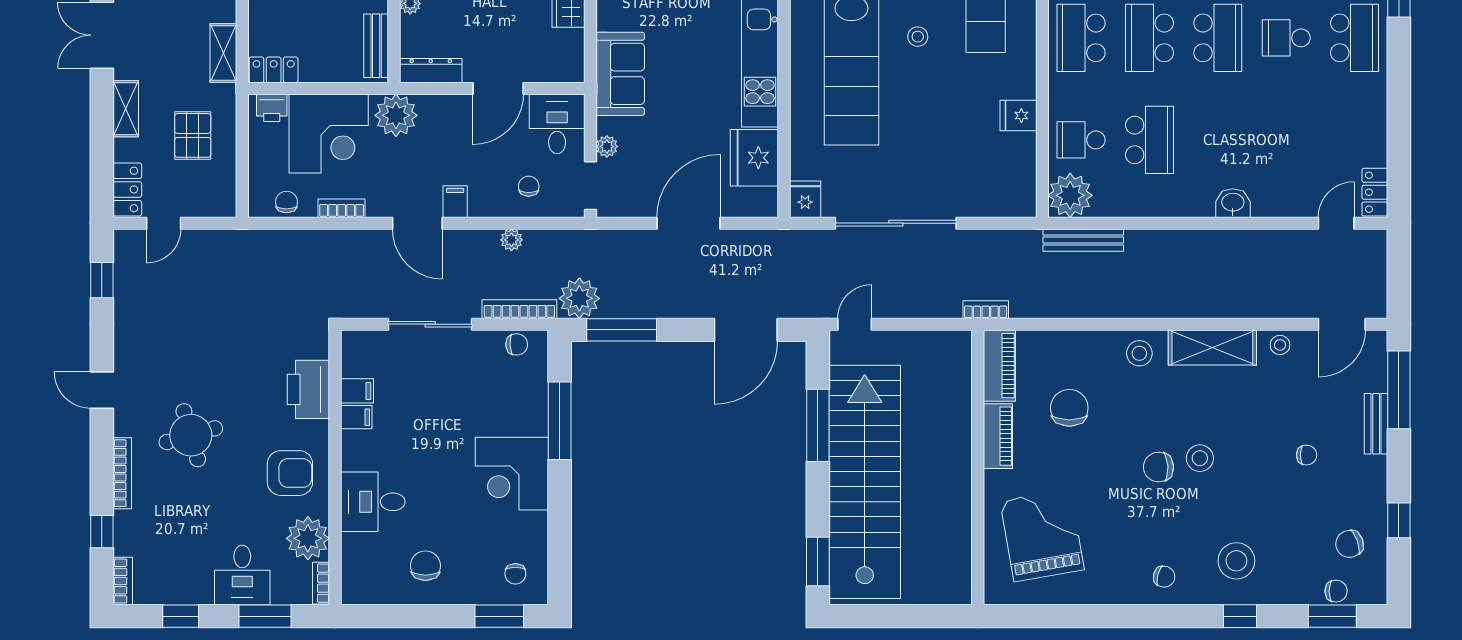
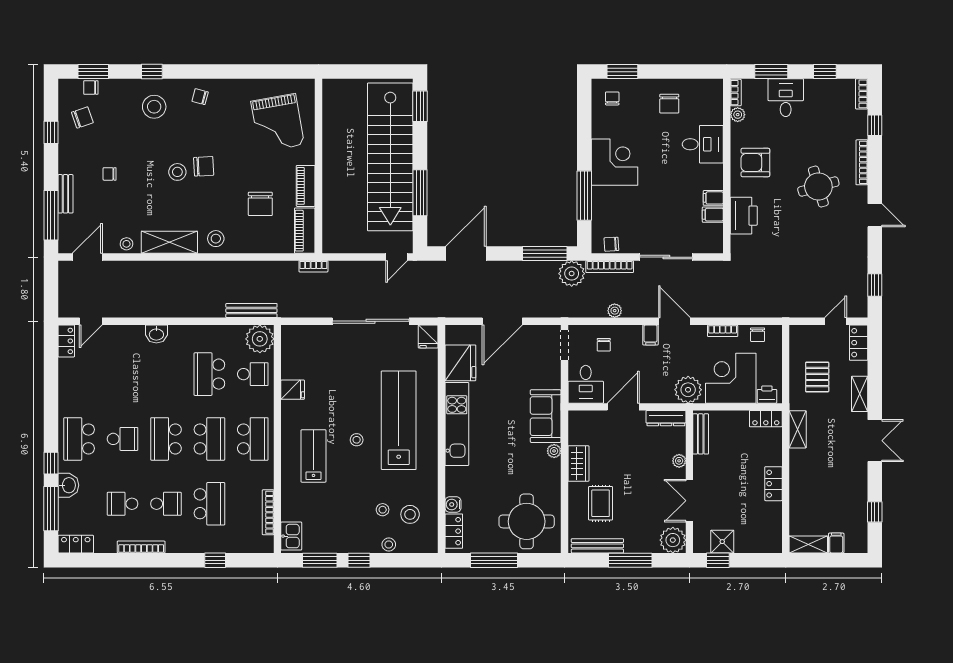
plant: (607, 146) -> (554, 451), moved
plant: (308, 538) -> (738, 115), width x0.53, depth x0.53

